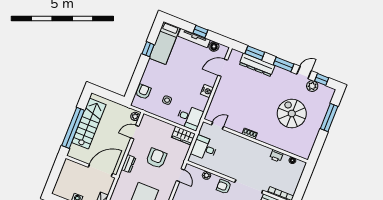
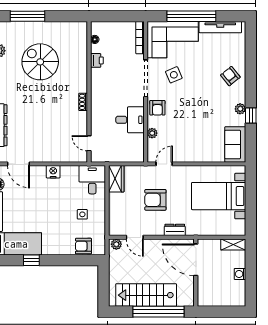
spiral stairs: (292, 114) -> (40, 62), turned 90
desk: (204, 148) -> (130, 120), moved, turned -90

